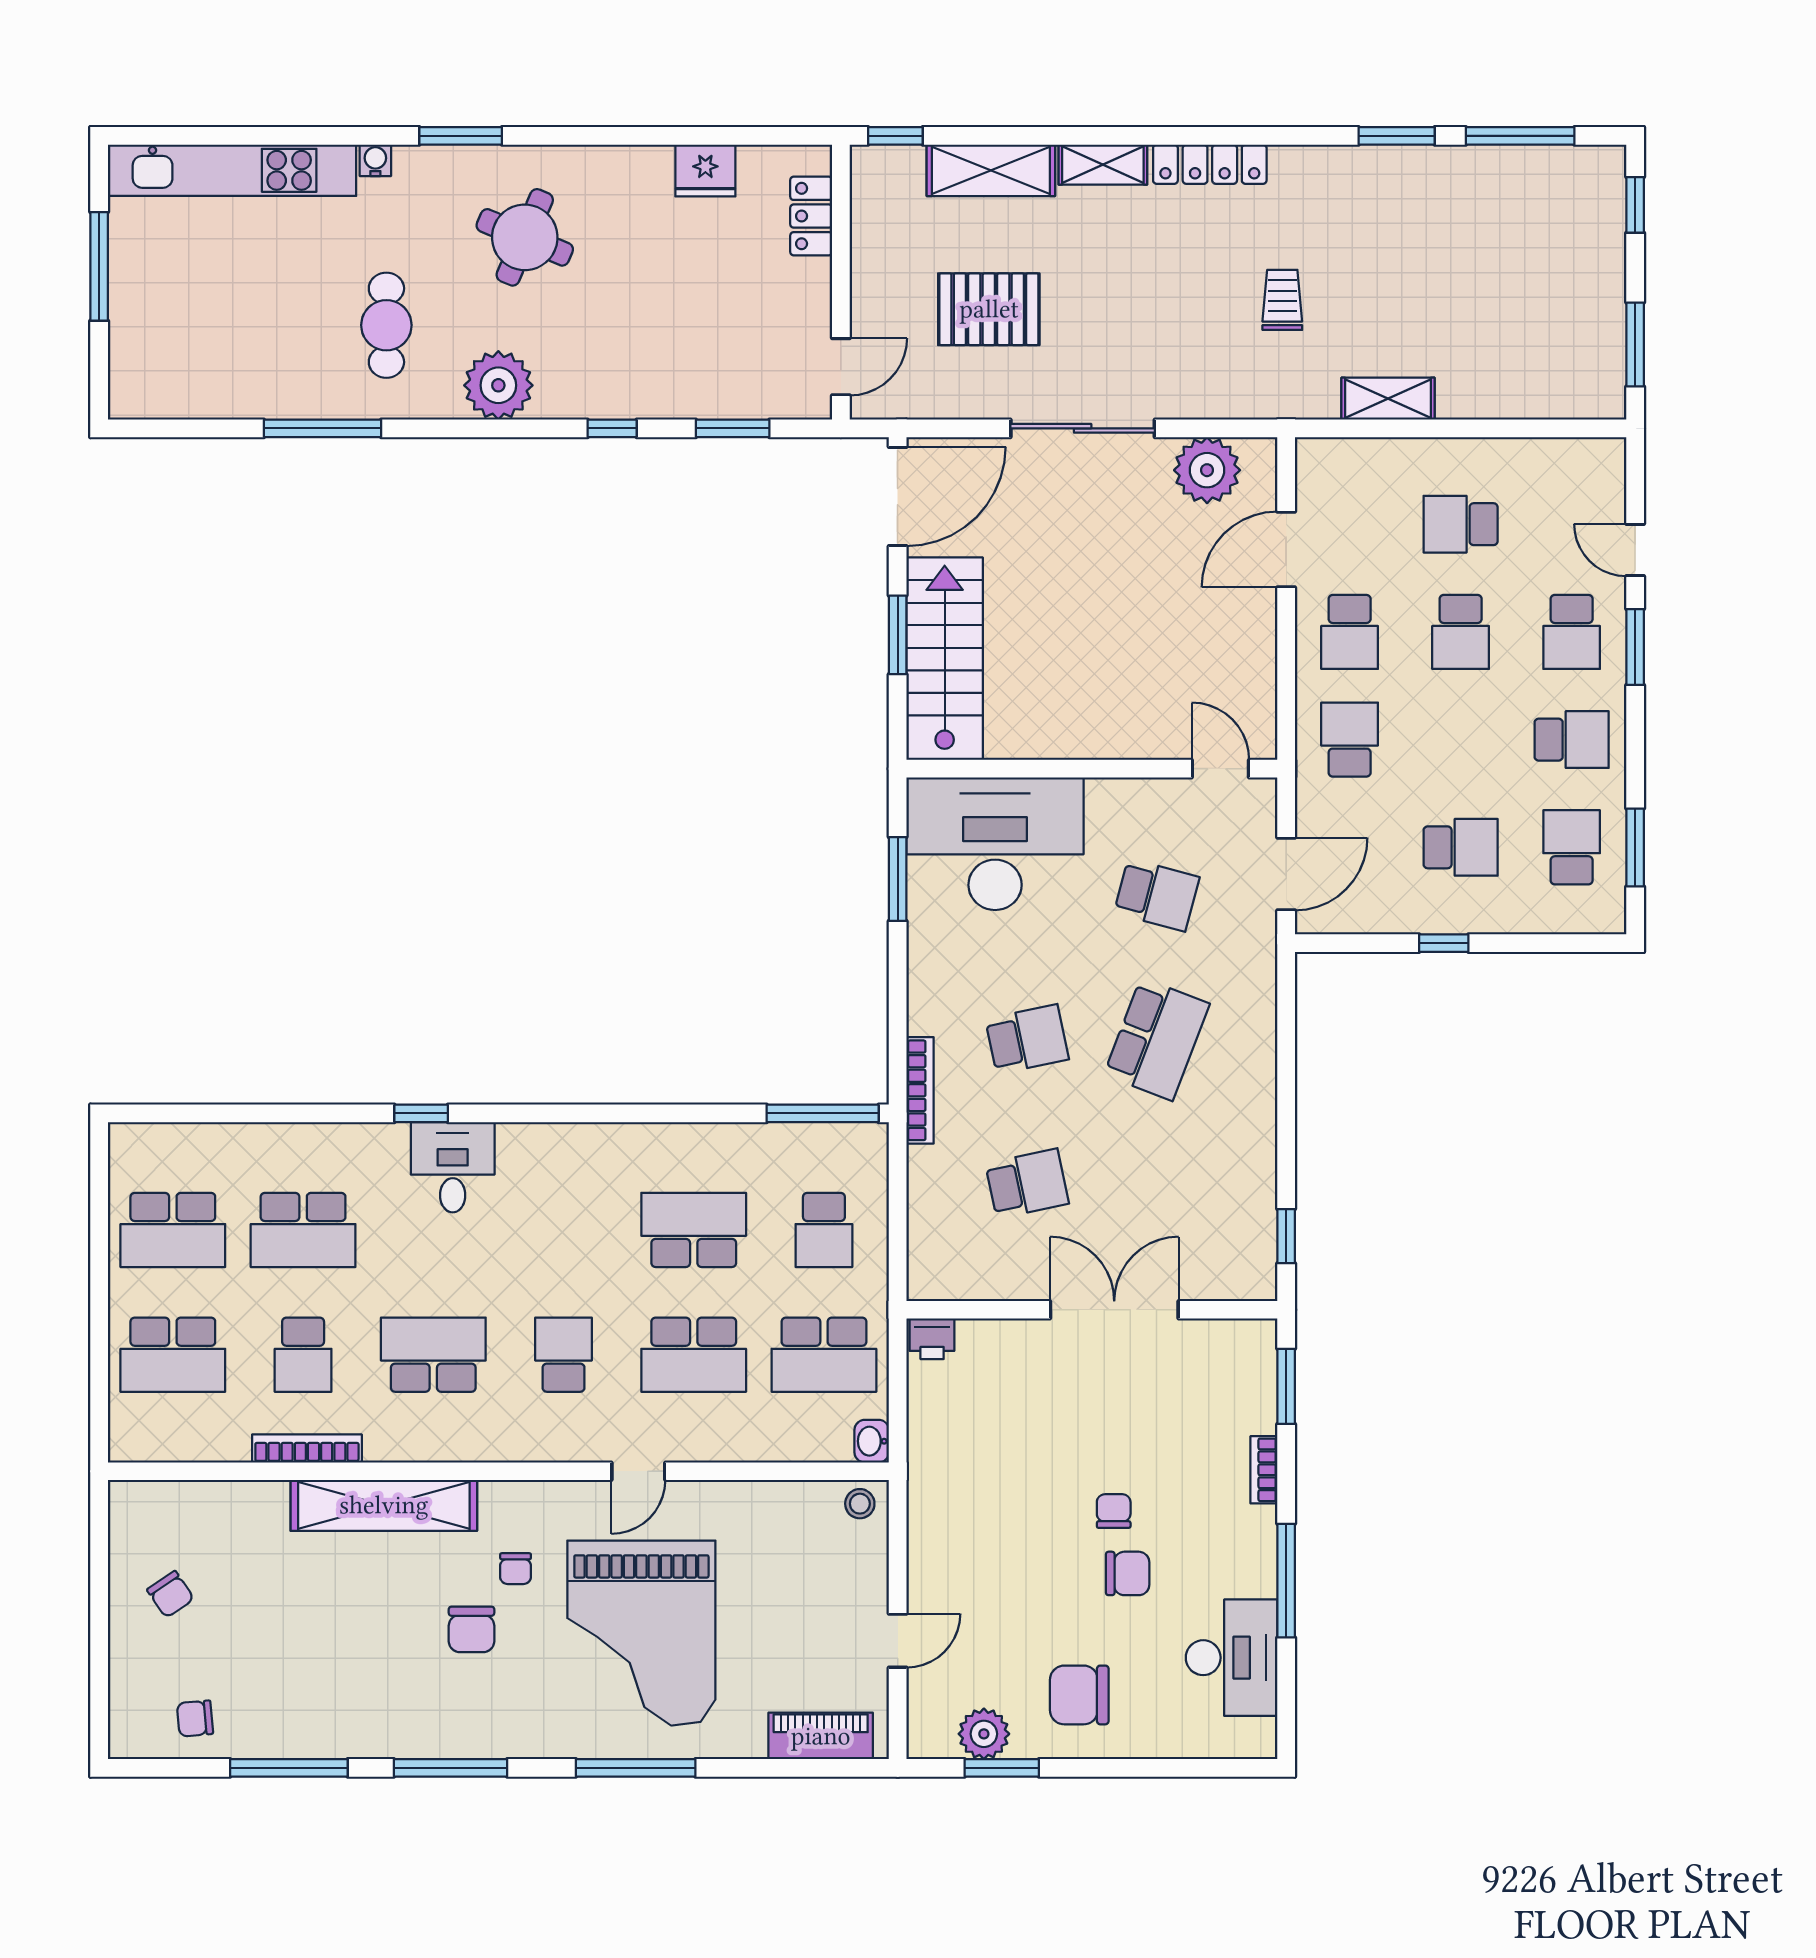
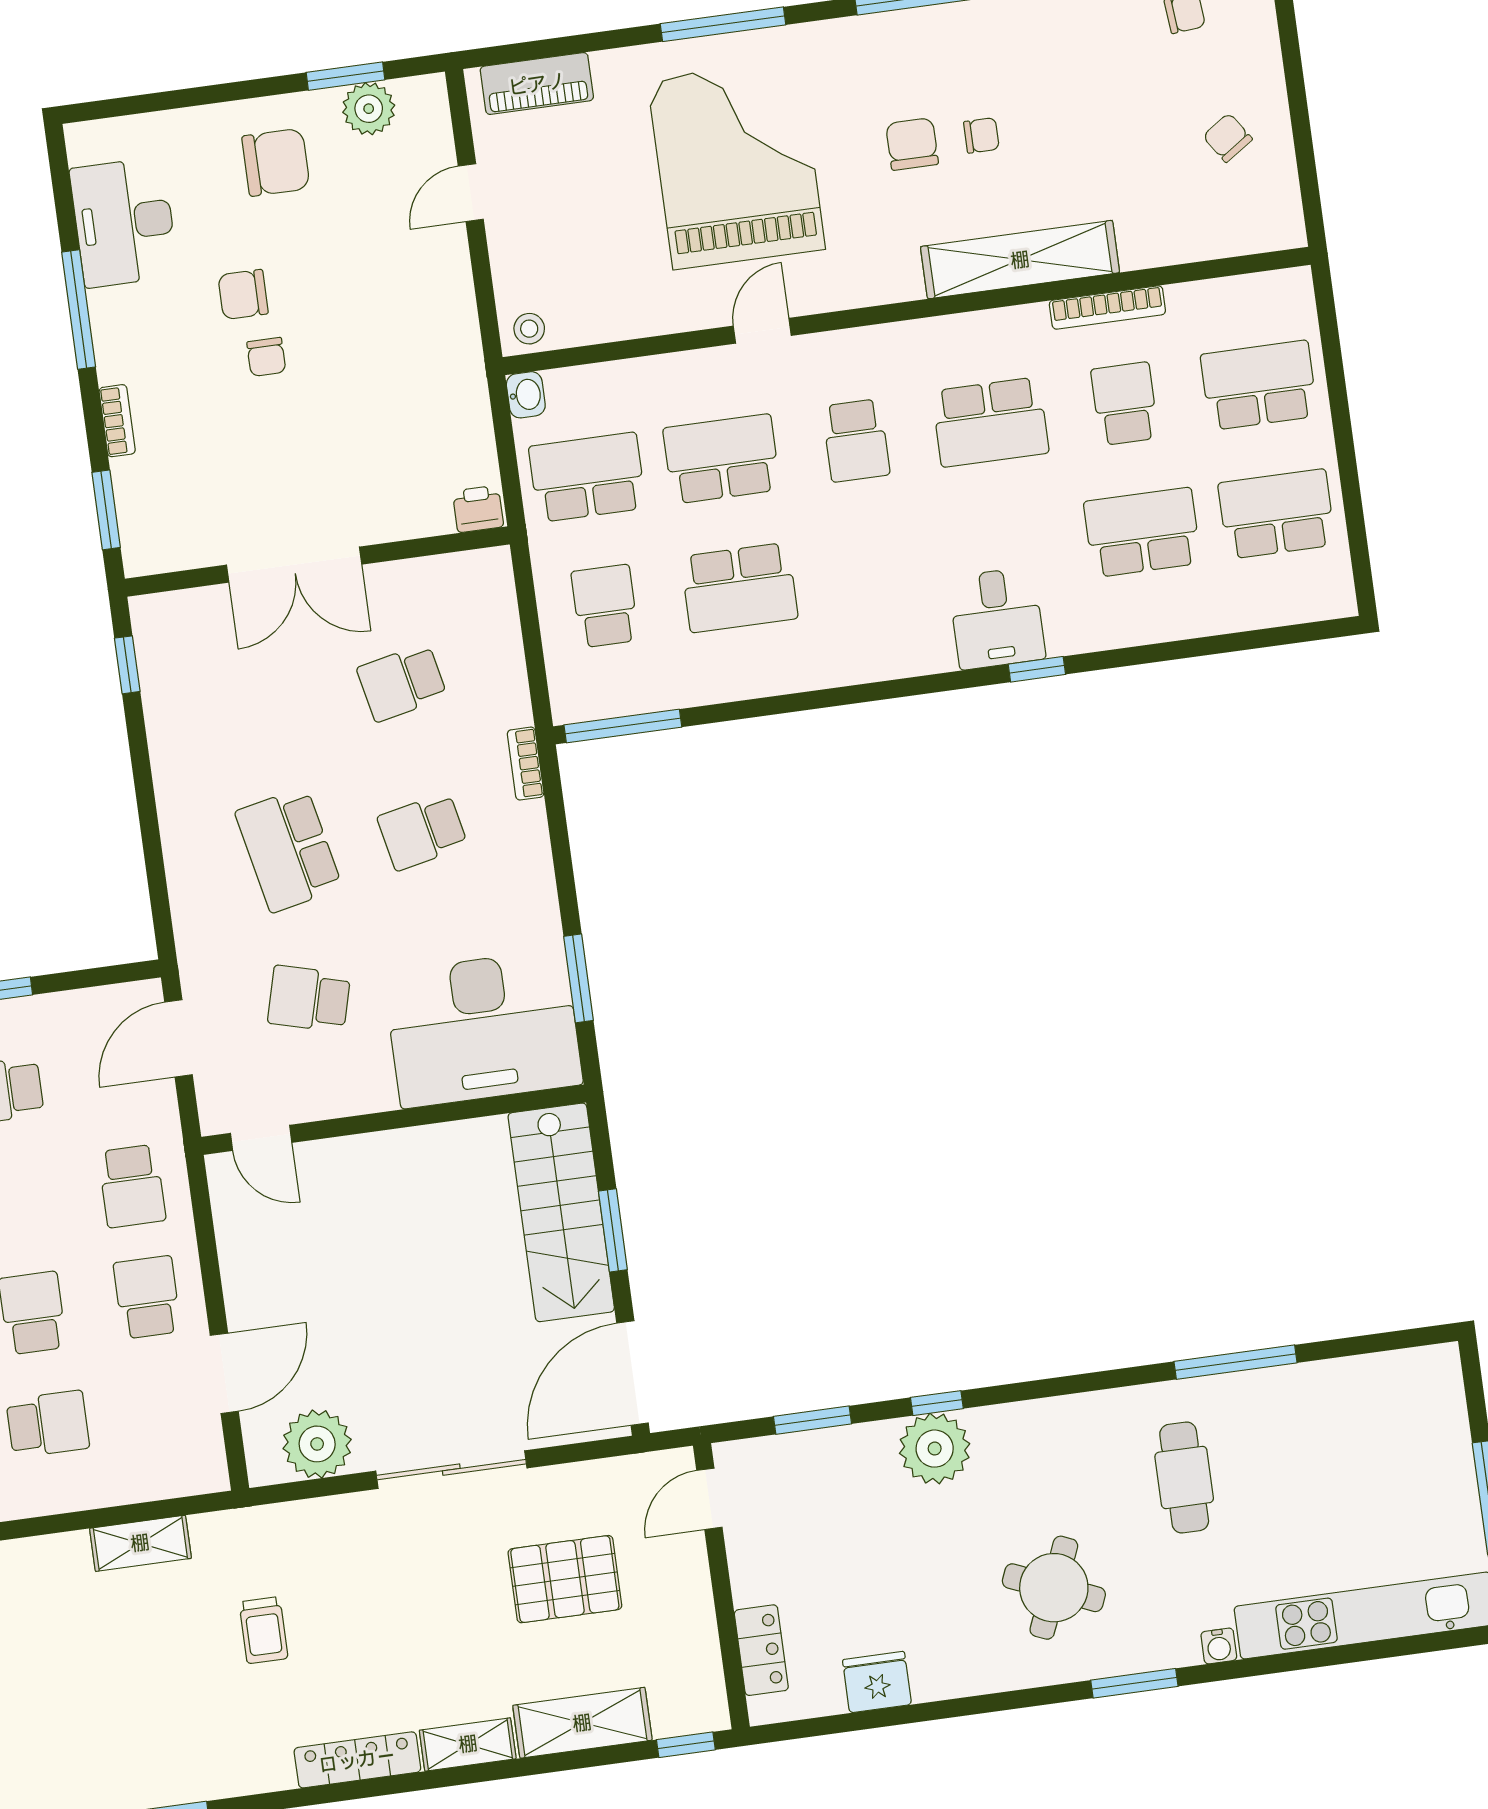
plant: (498, 385) -> (935, 1449), moved
school desk: (1157, 1039) -> (289, 850), turned -33
bookcase: (920, 1090) -> (526, 764), width x0.64
chair: (516, 1569) -> (981, 135), moved, turned 90

